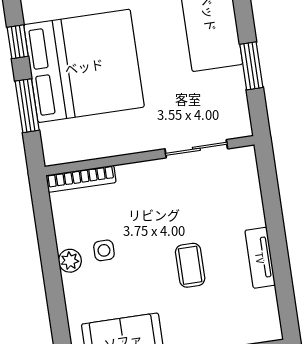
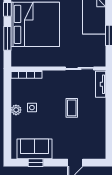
tv unit: (260, 258) -> (101, 84), moved
coffee table: (190, 265) -> (72, 108), moved

